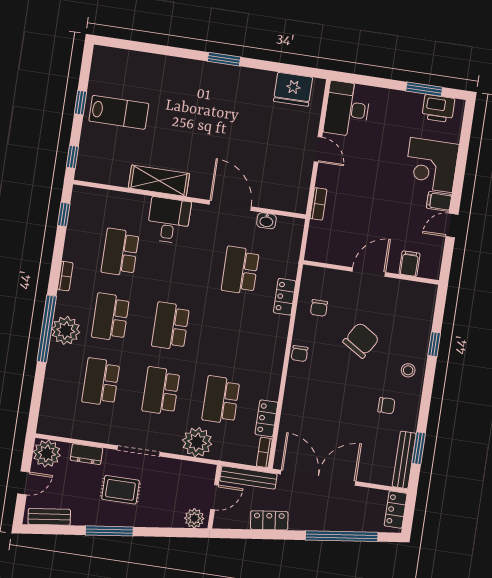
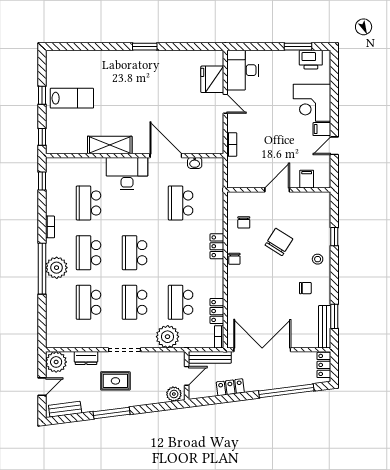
fridge: (293, 89) -> (212, 79), moved, turned 90
desk: (169, 220) -> (127, 174), width x1.37
locker: (285, 297) -> (217, 246), moved

